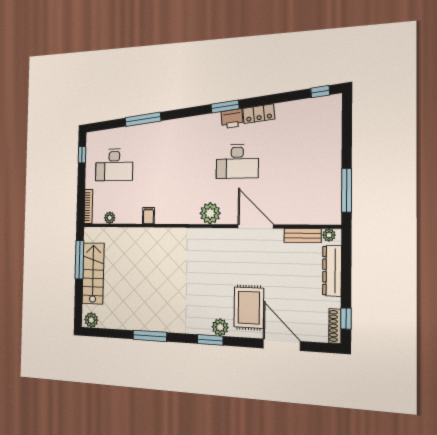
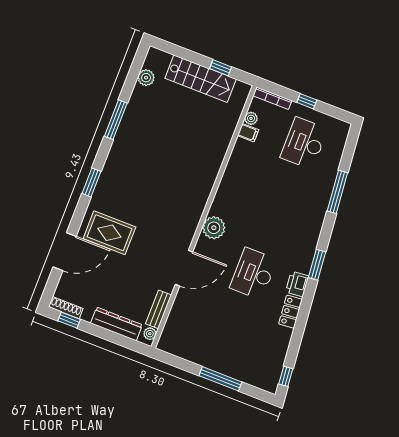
window: (225, 106) -> (317, 265), moved
window: (82, 155) -> (307, 101), moved
window: (347, 190) -> (220, 379), moved
filing cabinet: (148, 216) -> (248, 133), moved
window: (79, 260) -> (221, 68), width x0.46
plant: (91, 320) -> (146, 78), moved
plant: (220, 327) -> (100, 197), removed

